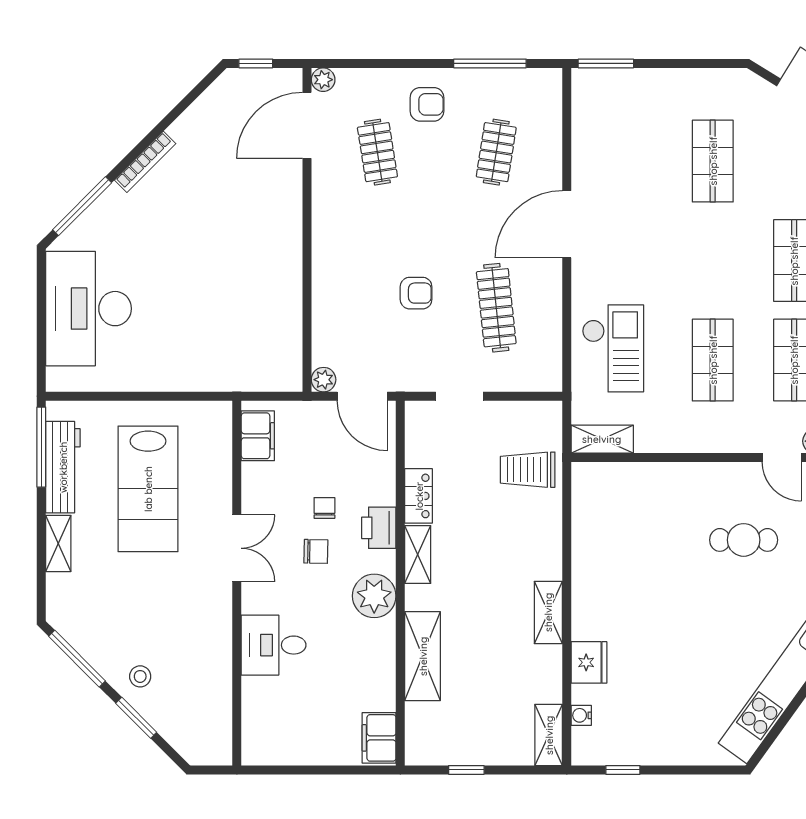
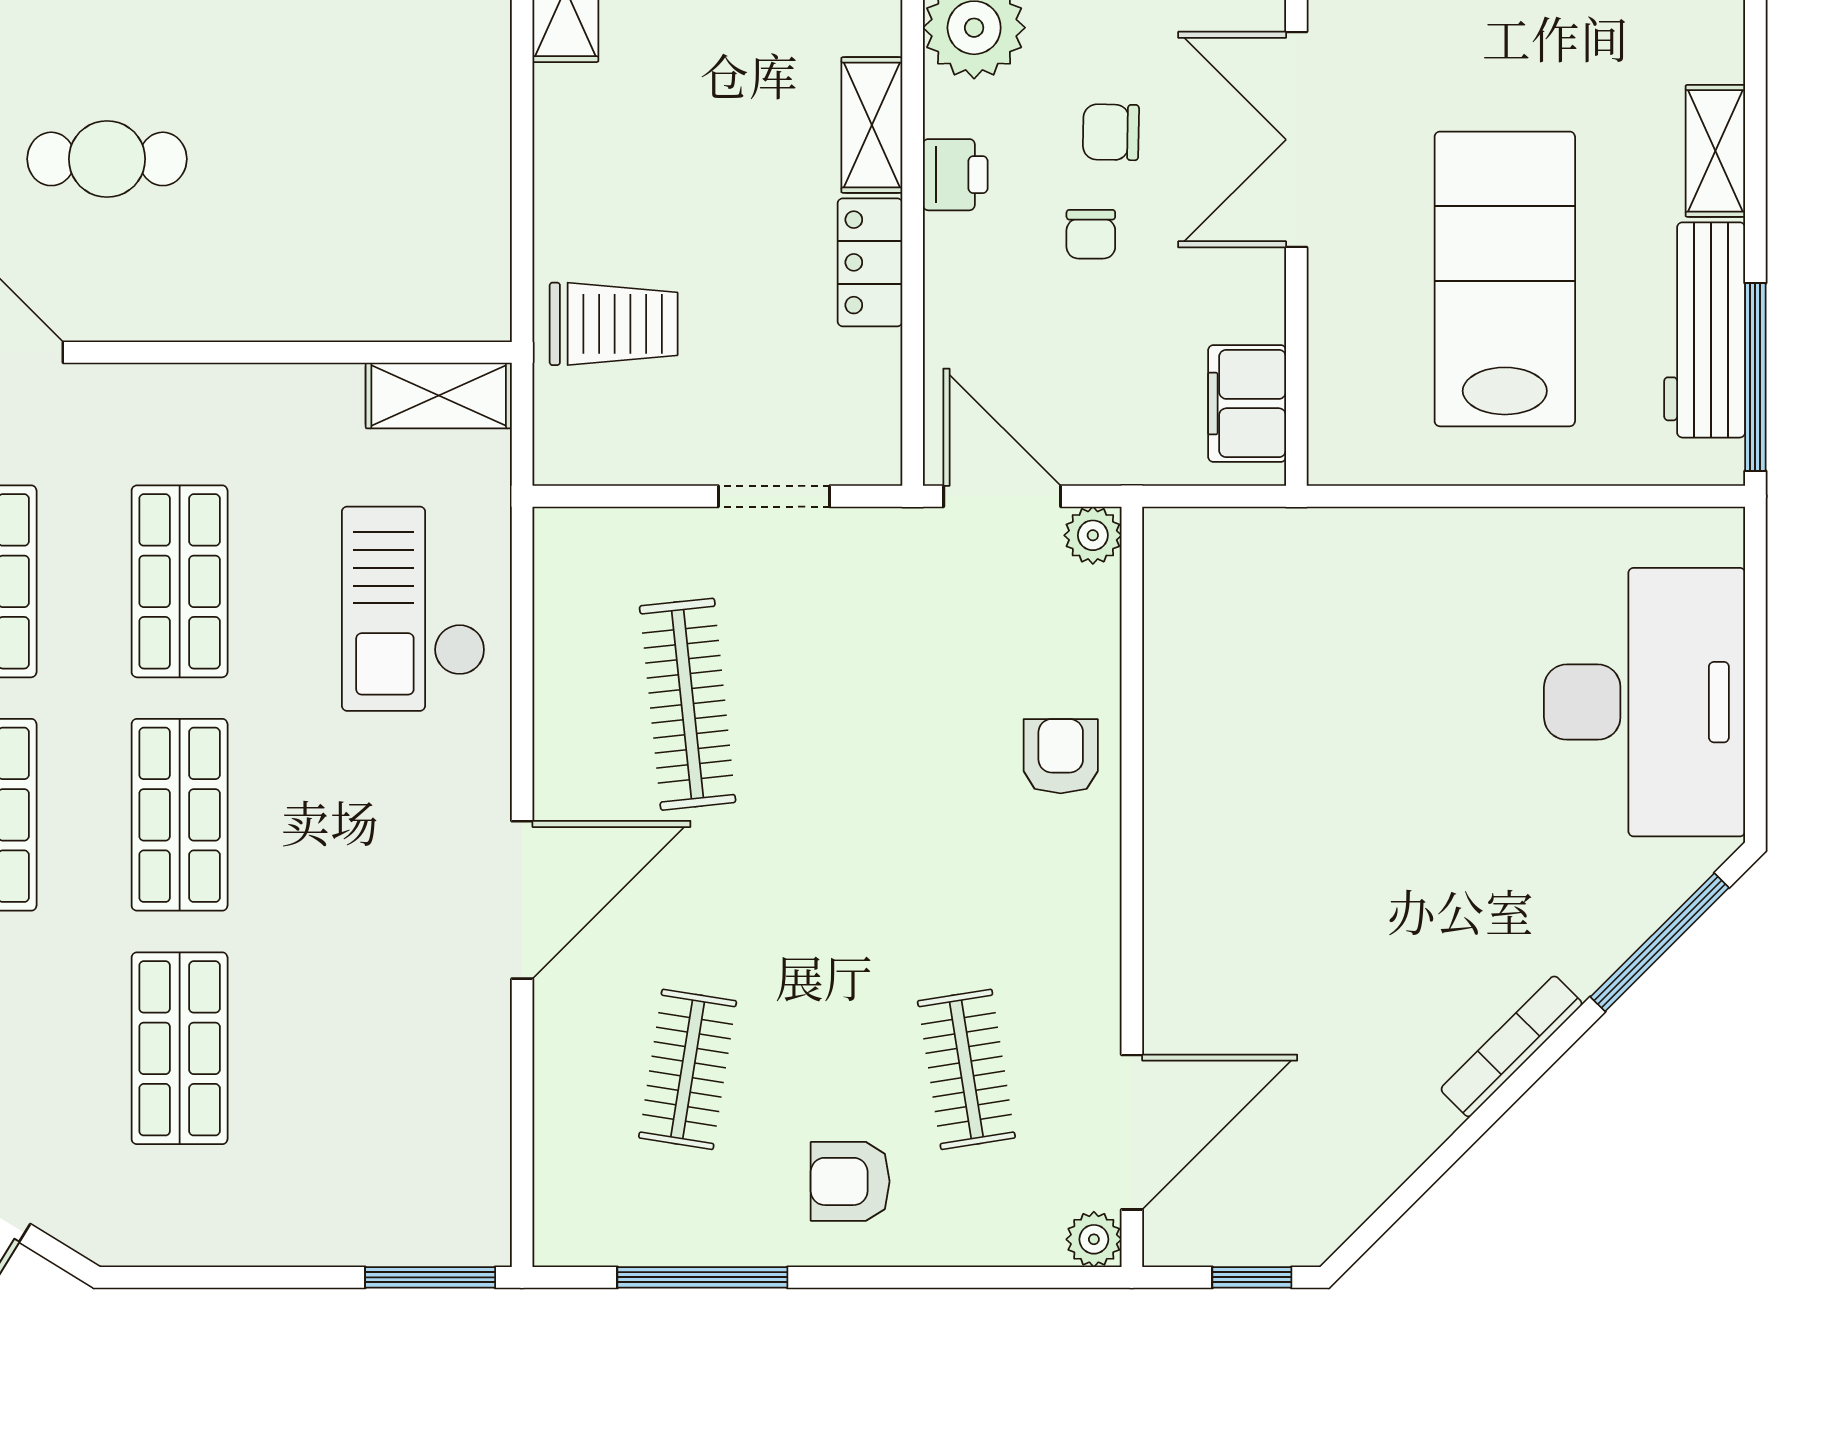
shop shelf: (713, 261) -> (180, 815), added
armchair: (416, 293) -> (1061, 756), moved, turned 90
printer: (379, 528) -> (955, 175), width x0.73, depth x0.81
double door: (237, 548) -> (1296, 140), width x1.37

